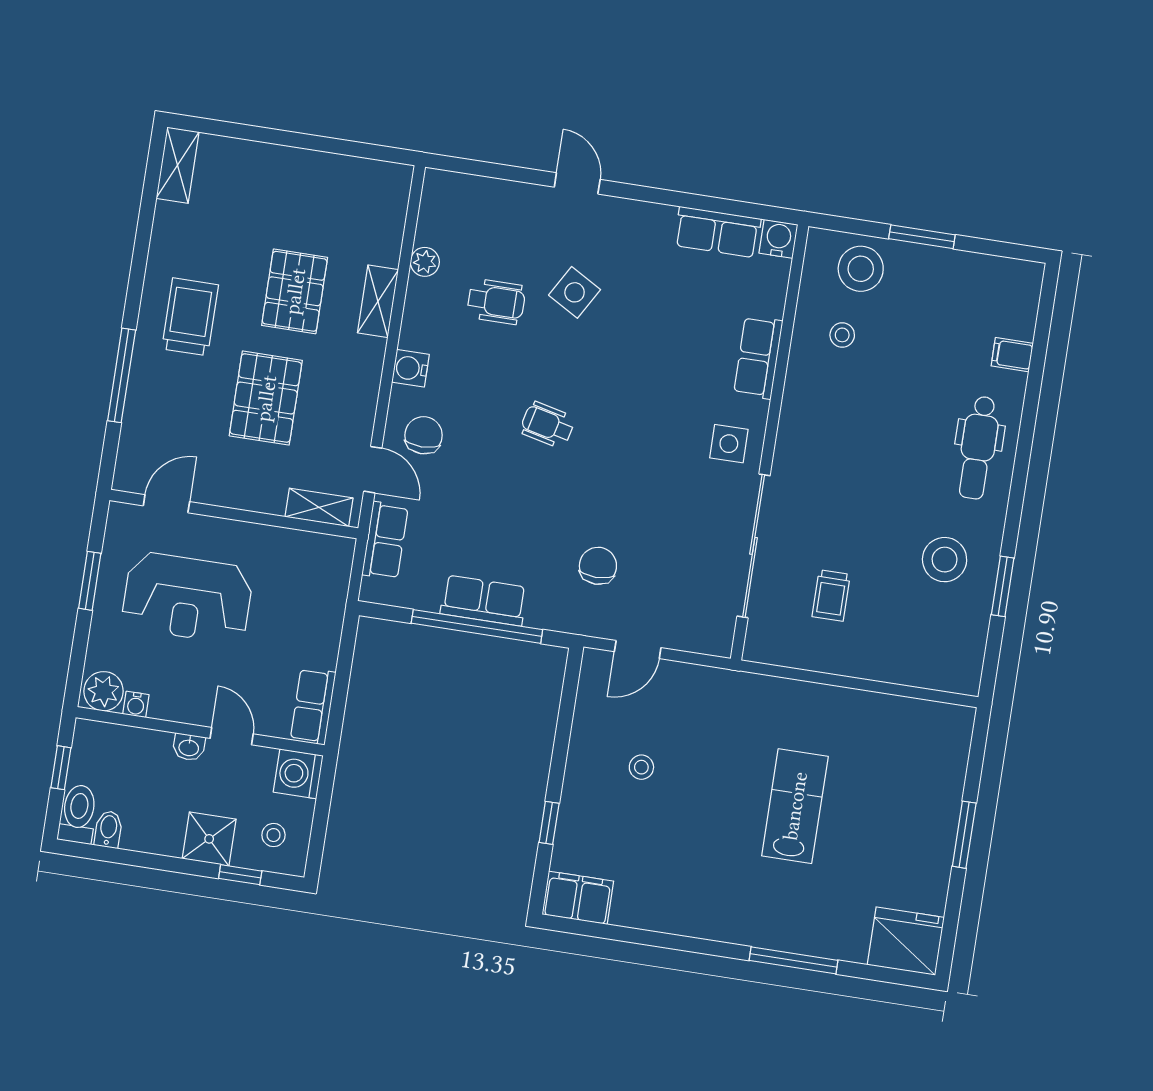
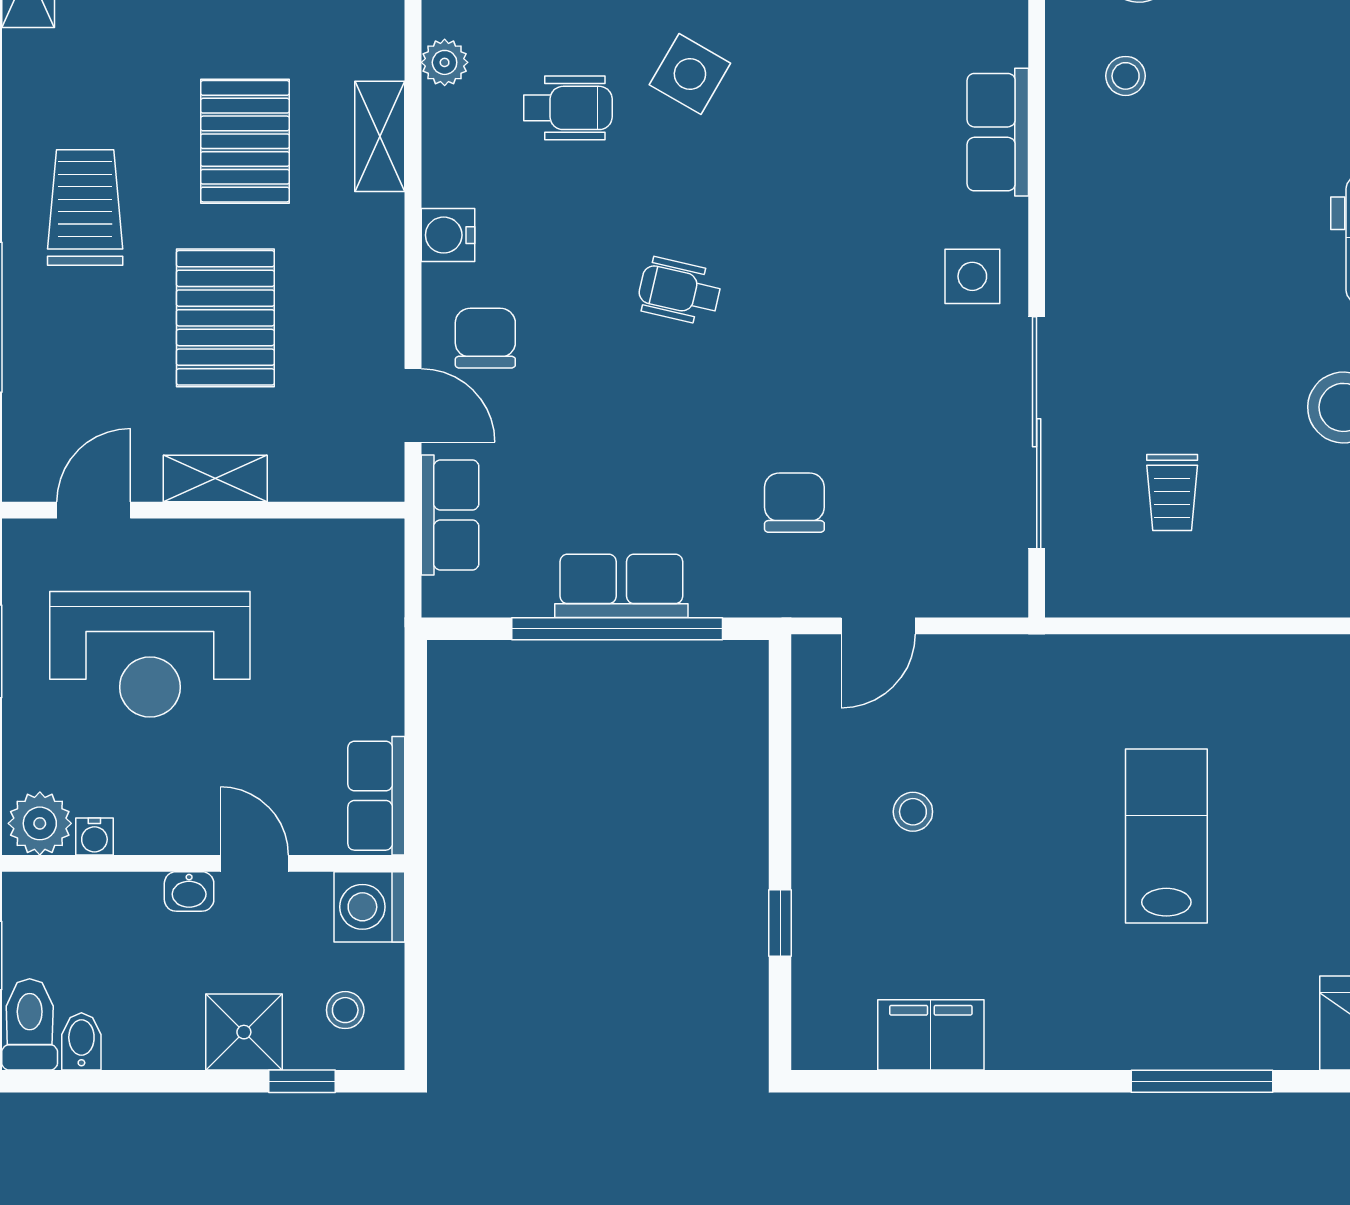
shelving: (319, 507) -> (215, 478), moved
filing cabinet: (578, 898) -> (931, 1035), moved

